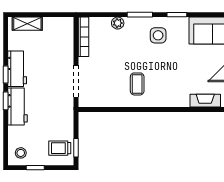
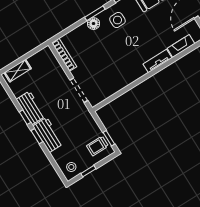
plant: (118, 23) -> (83, 29), removed
floor lamp: (132, 24) -> (94, 24), added
coffee table: (137, 84) -> (124, 65), removed
tv unit: (172, 101) -> (157, 61), added

